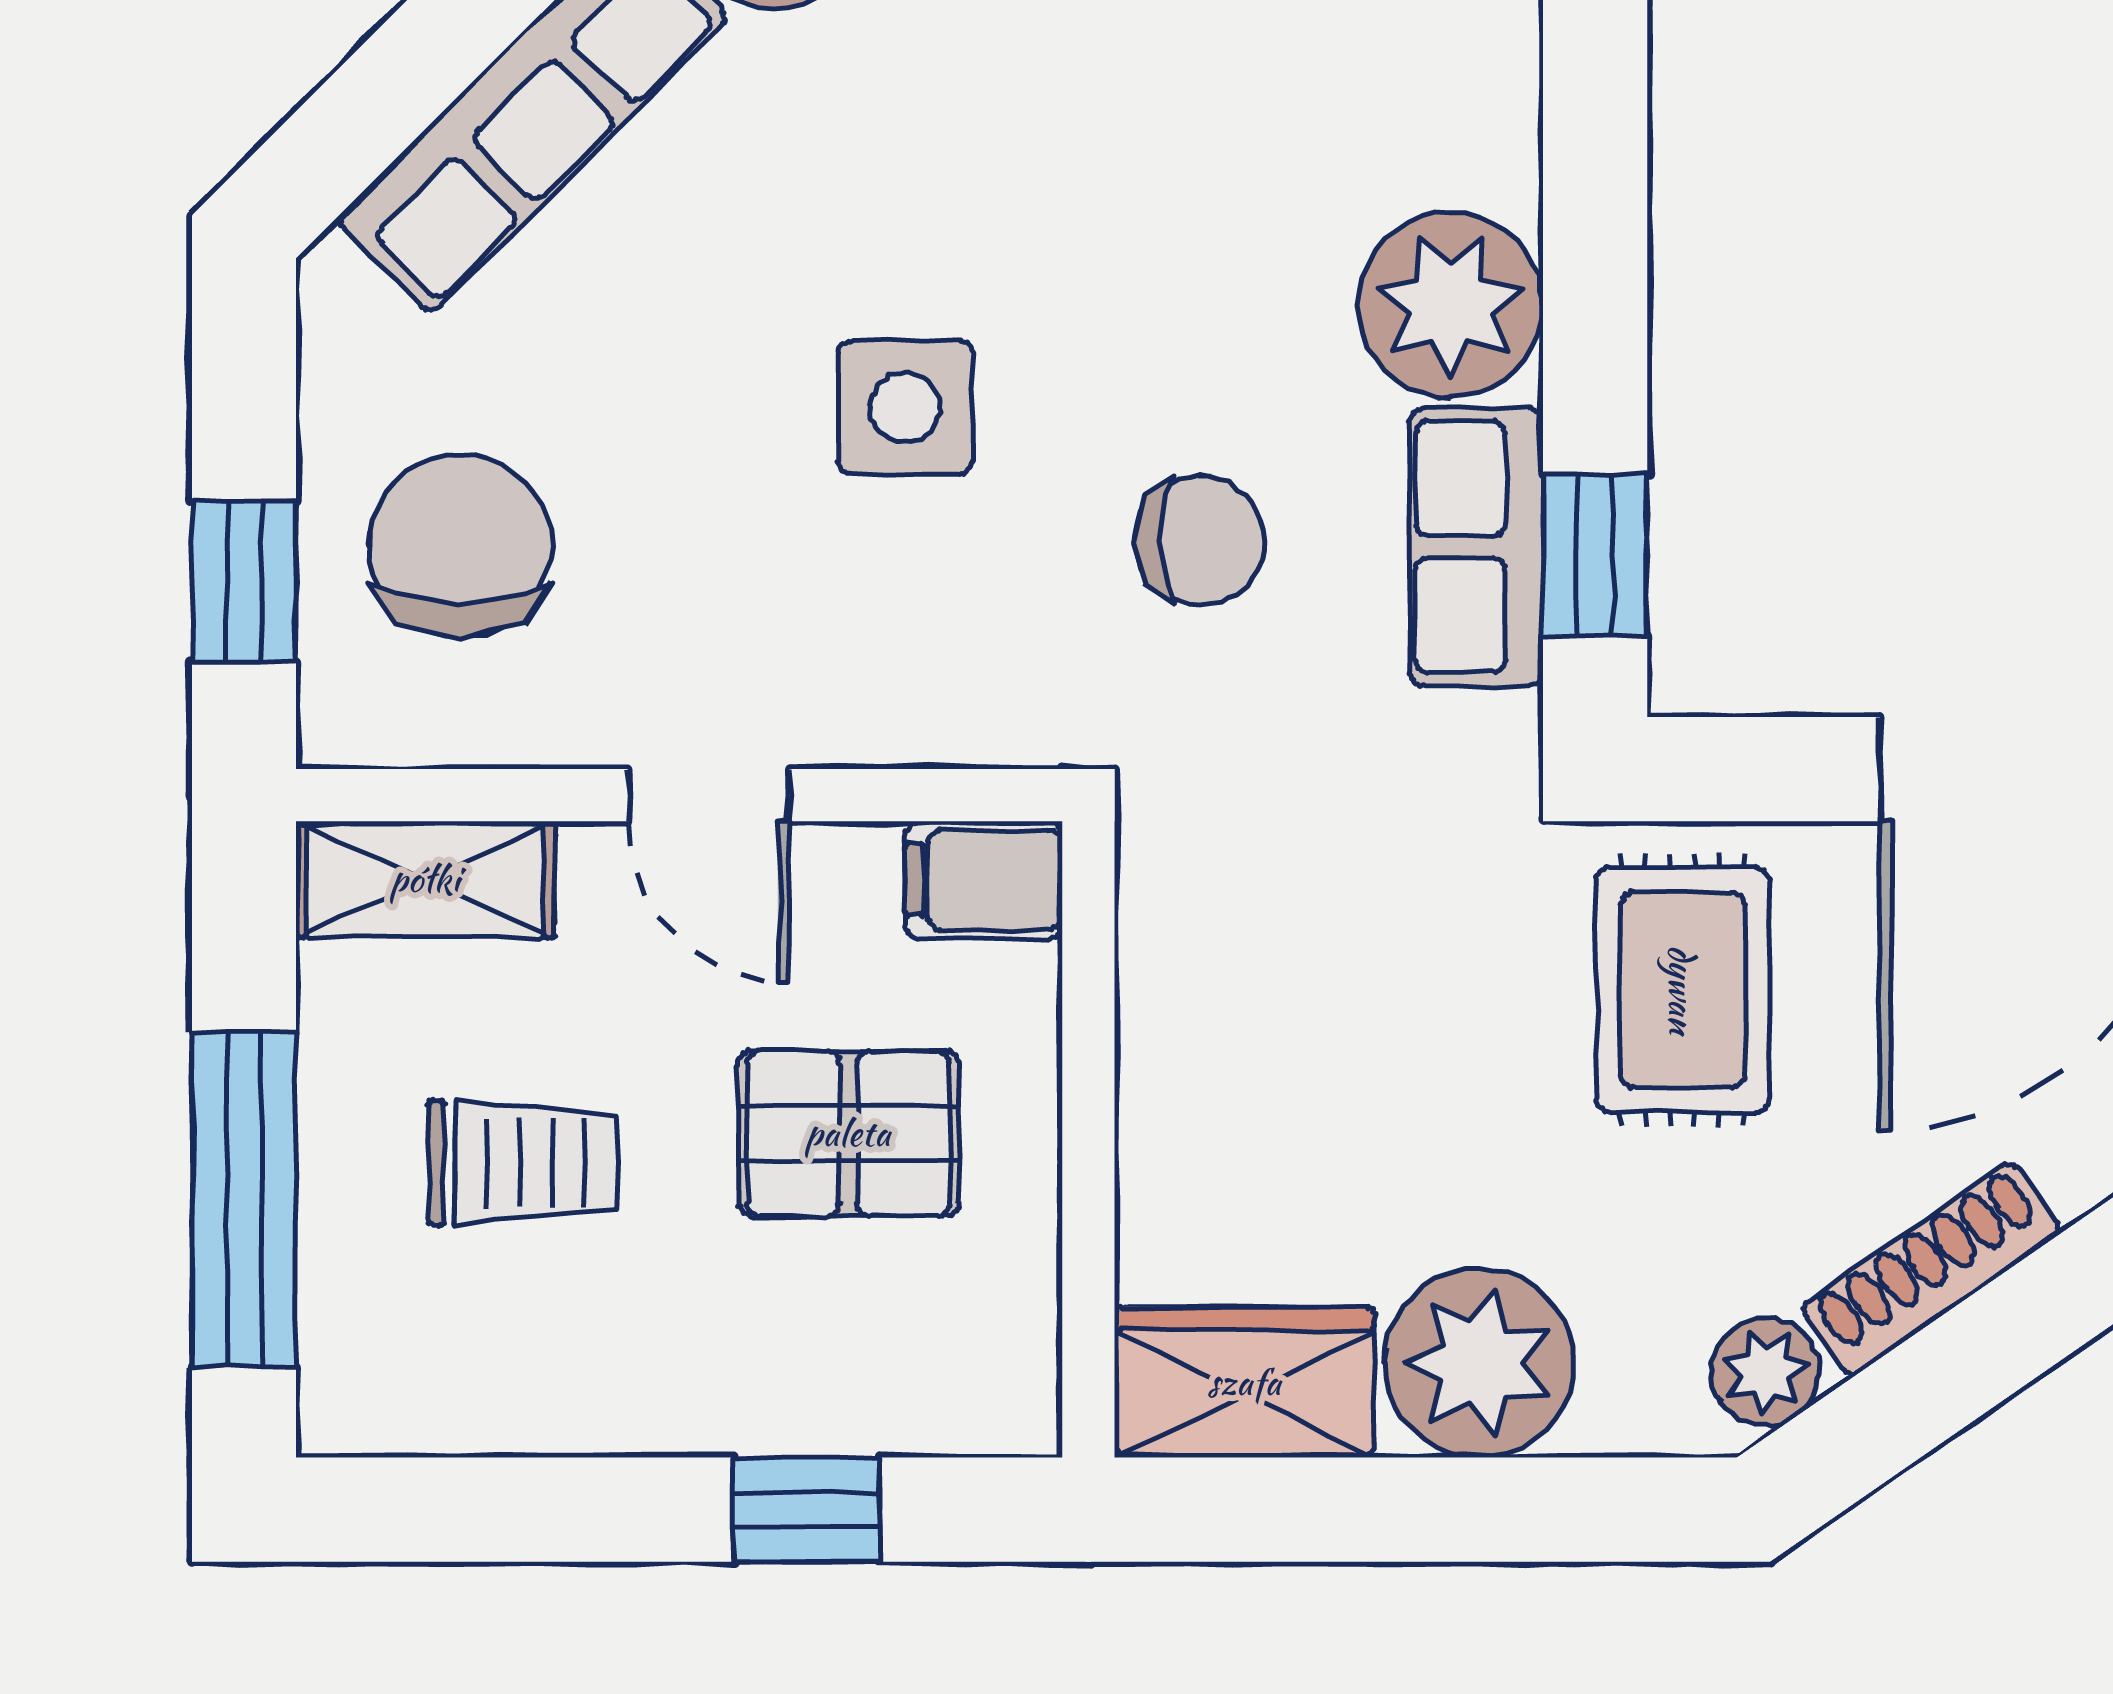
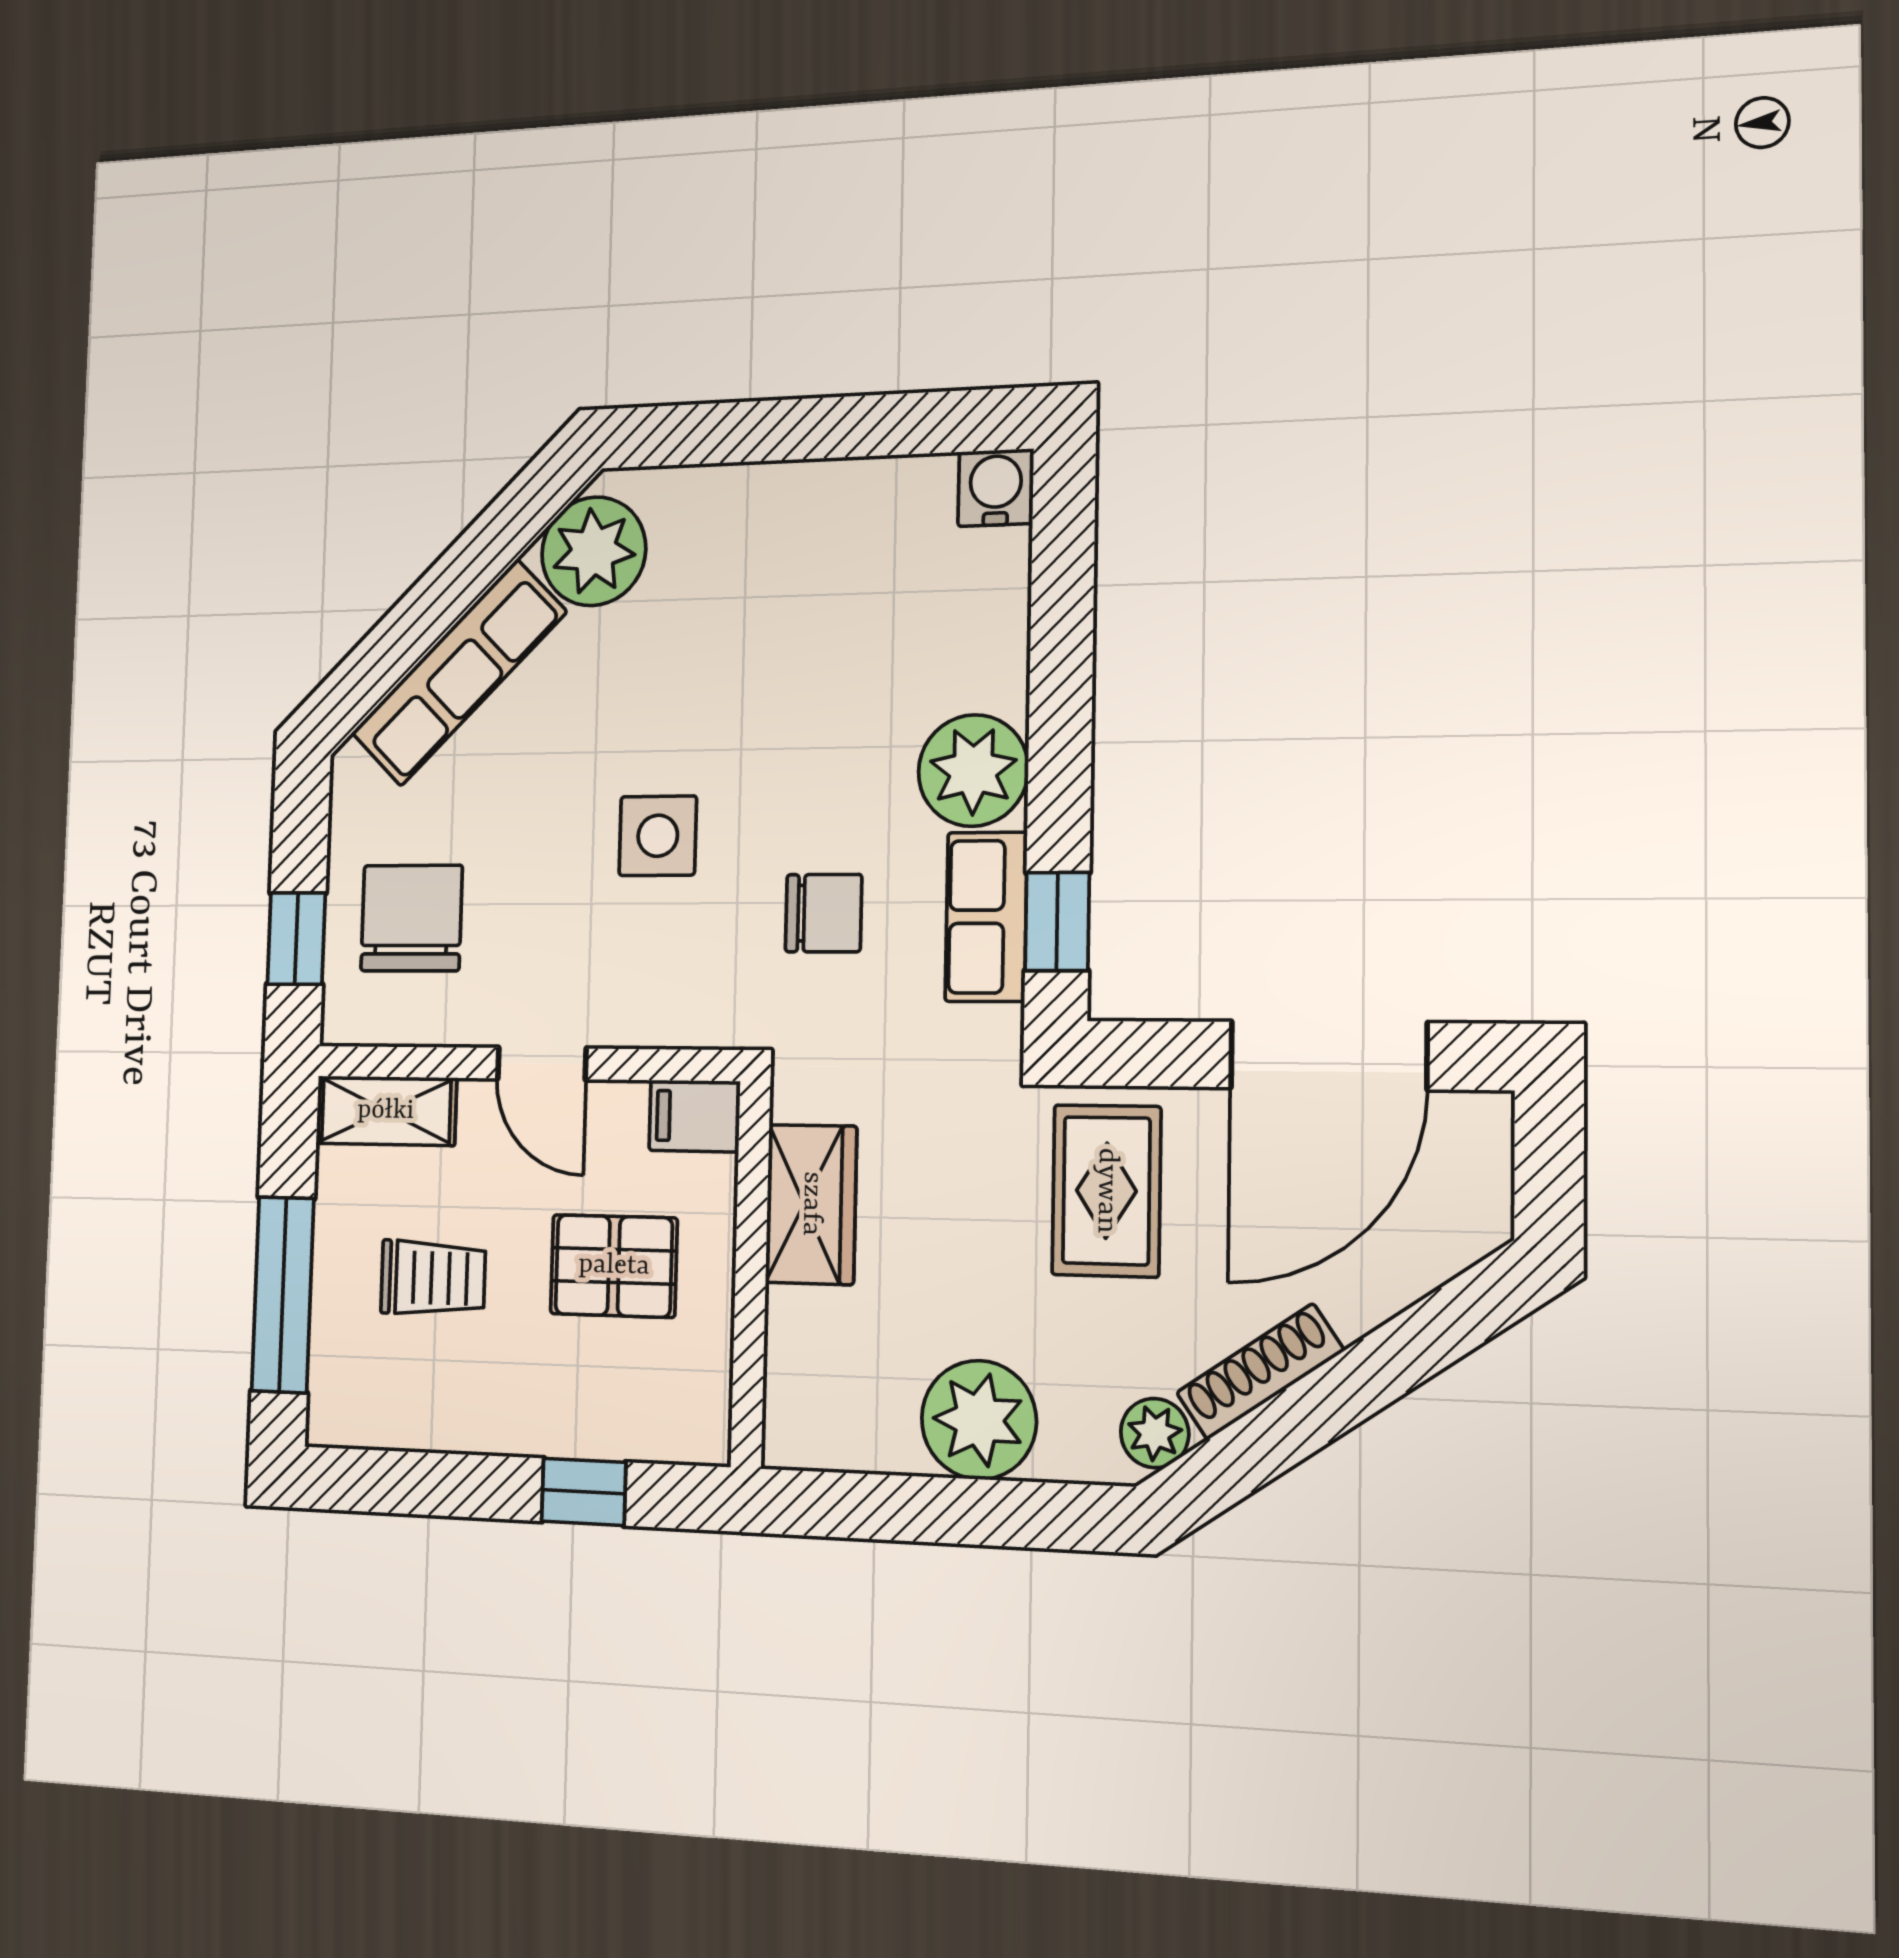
wardrobe: (1244, 1382) -> (811, 1204), moved, turned 90

